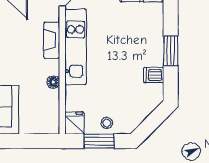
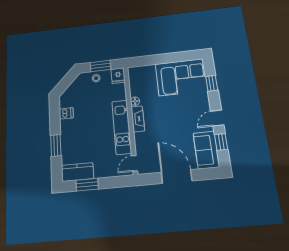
fireplace: (52, 40) -> (138, 119), moved
window: (171, 51) -> (56, 145), moved

